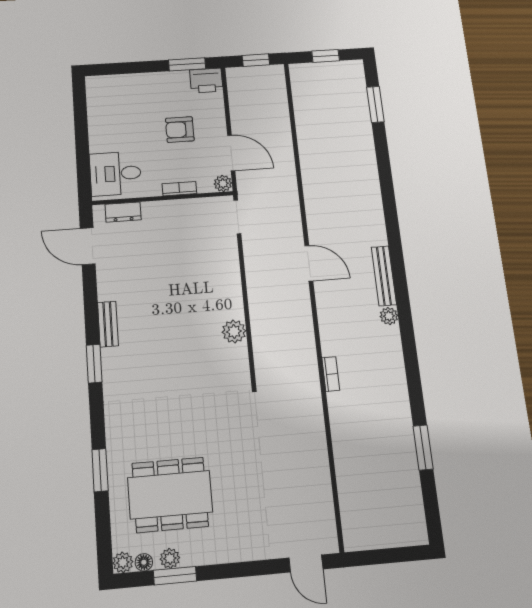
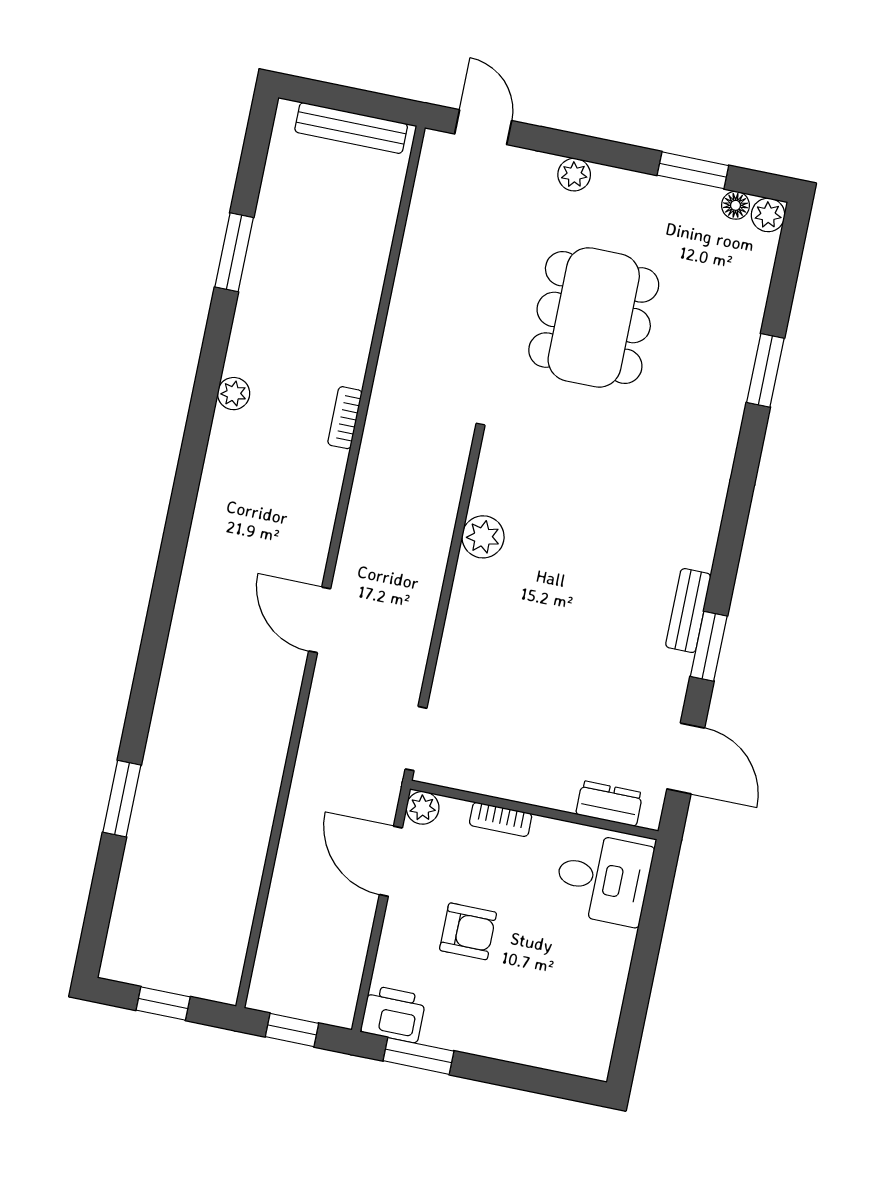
window: (375, 104) -> (122, 799), moved
bench: (384, 276) -> (351, 128), moved, turned 90
plant: (389, 316) -> (234, 394), moved
window: (94, 364) -> (709, 646), moved
dining table: (170, 495) -> (594, 317), moved, turned 90
plant: (170, 558) -> (574, 175), moved

